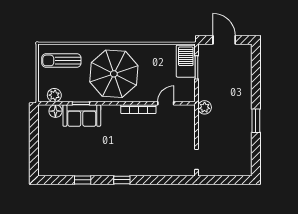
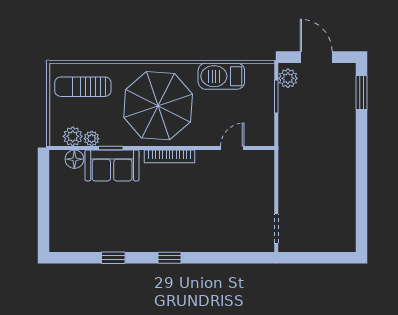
barbecue: (186, 61) -> (221, 76), moved, turned -90
plant: (67, 97) -> (92, 139), added
plant: (205, 107) -> (288, 78), moved
bookcase: (138, 109) -> (169, 156), moved
window: (256, 121) -> (361, 93), moved

